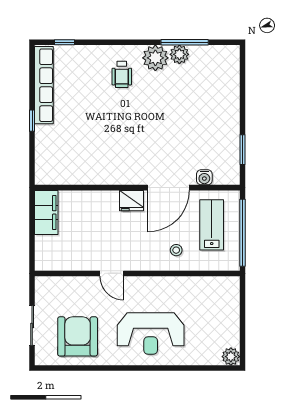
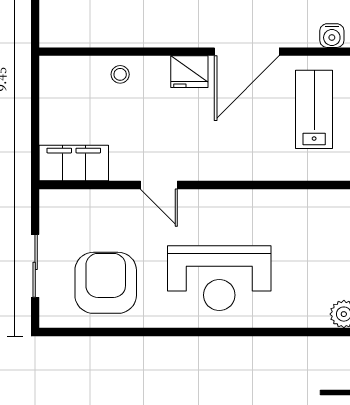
water cooler: (204, 177) -> (332, 36), moved
filing cabinet: (46, 212) -> (74, 163), moved, turned -90
stool: (176, 250) -> (120, 74), moved

